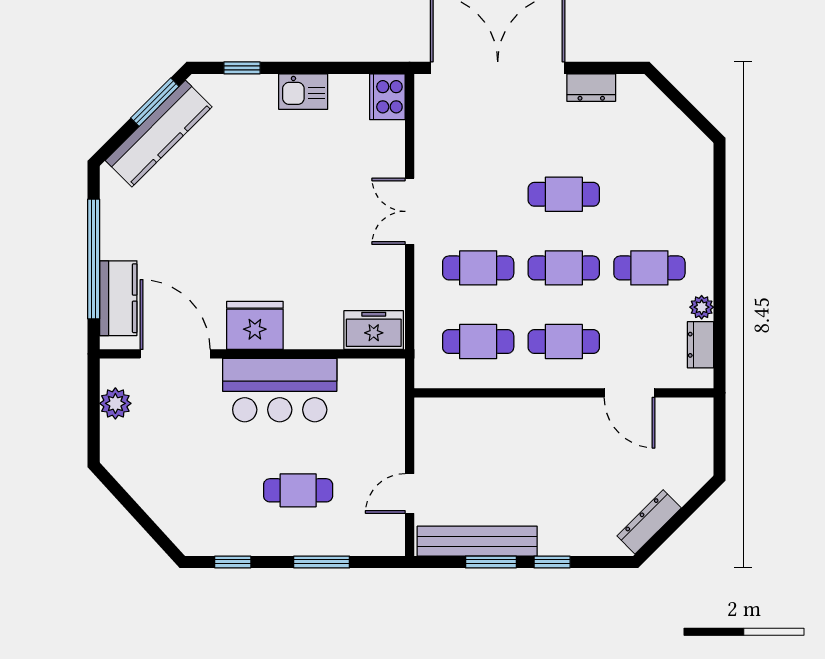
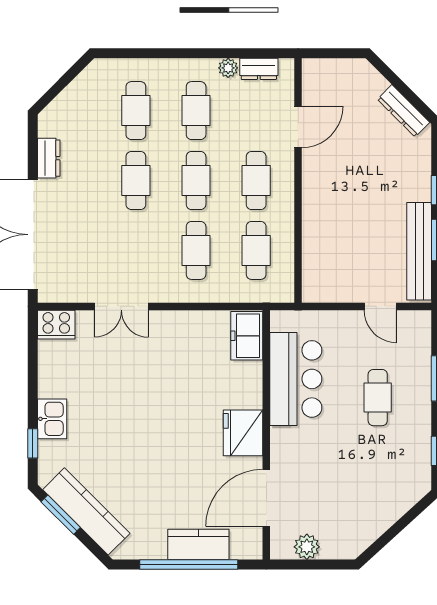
kitchen sink: (303, 92) -> (52, 419), moved
cafe table: (649, 194) -> (136, 111), added
double door: (410, 211) -> (121, 306), moved
kitchen counter: (118, 298) -> (198, 544), moved
bar counter: (280, 390) -> (296, 379), moved

